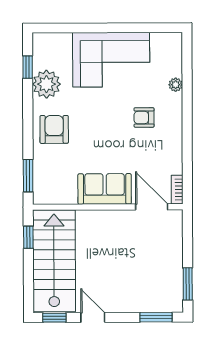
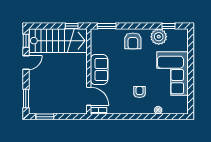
armchair: (54, 129) -> (133, 41), turned 90
door: (152, 207) -> (89, 96), hinge flipped

